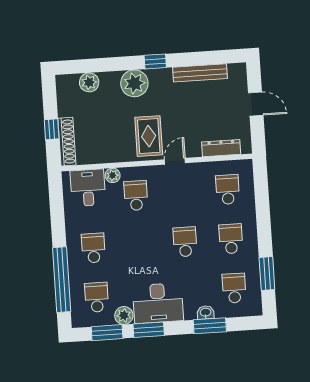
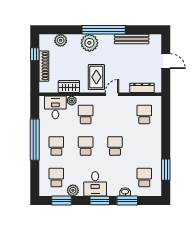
window: (155, 61) -> (104, 30), width x3.17
window: (52, 129) -> (35, 54), moved
shoe rack: (67, 142) -> (44, 66), moved
wardrobe: (107, 154) -> (69, 86), added
school desk: (231, 239) -> (86, 146), moved
window: (62, 280) -> (35, 140), moved
desk: (158, 303) -> (95, 184), width x0.73
window: (149, 330) -> (100, 200), moved

